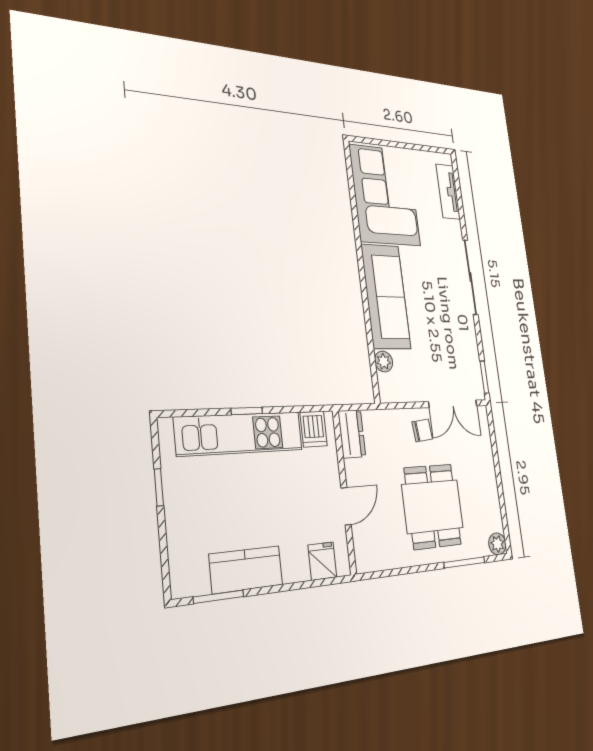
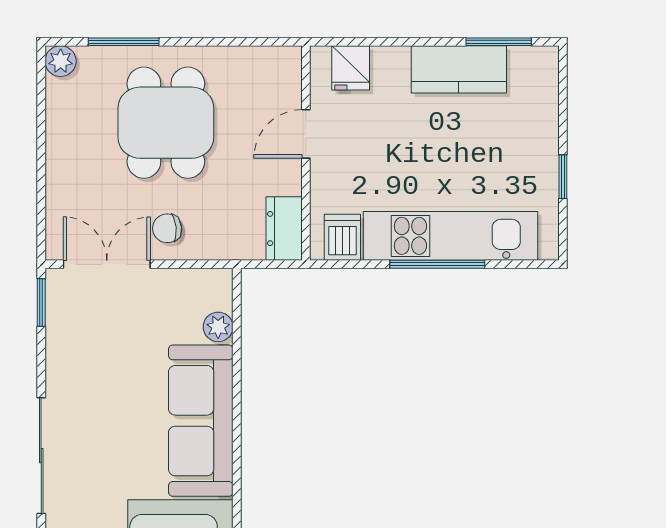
window: (247, 411) -> (437, 264), width x2.17

